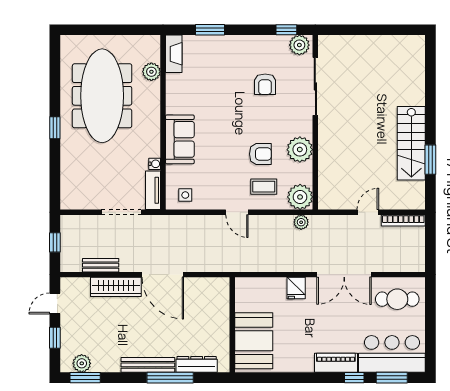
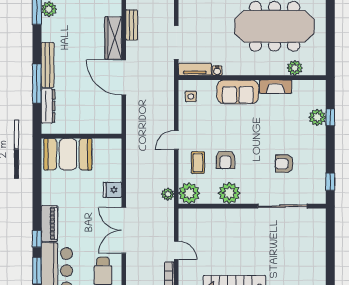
window: (210, 30) -> (330, 117), width x0.67
plant: (299, 45) -> (317, 117), moved
fireplace: (174, 54) -> (276, 87), moved
door: (163, 275) -> (124, 77), hinge flipped

